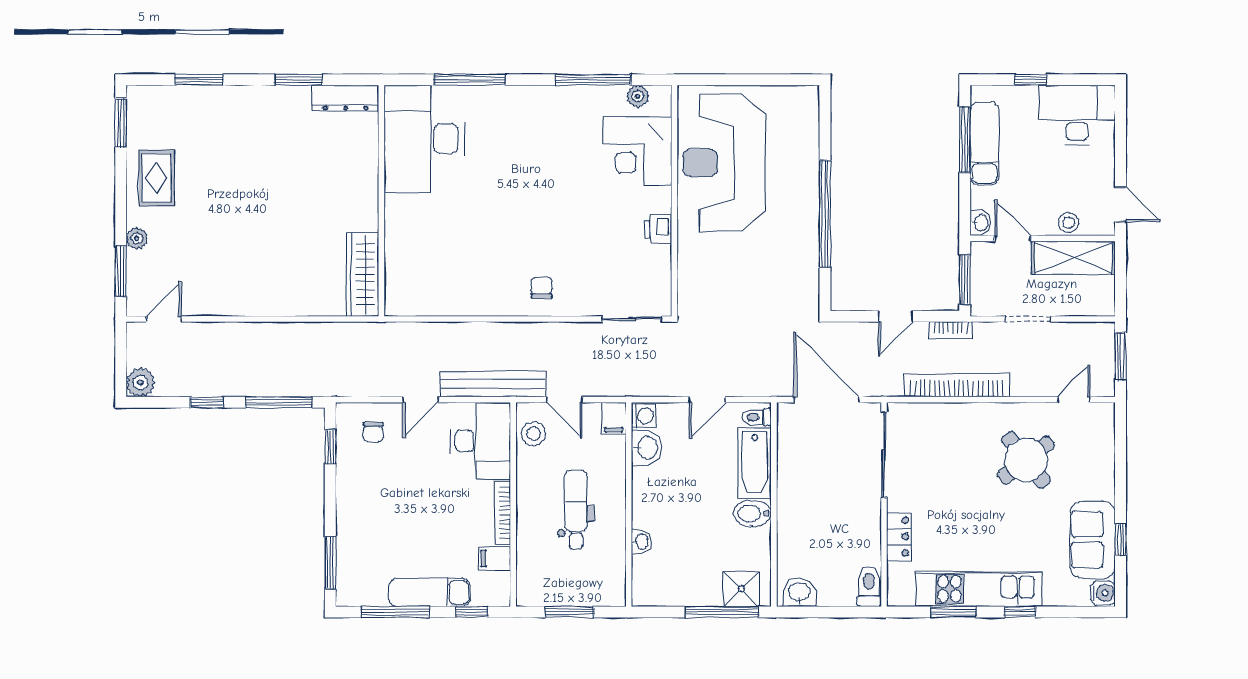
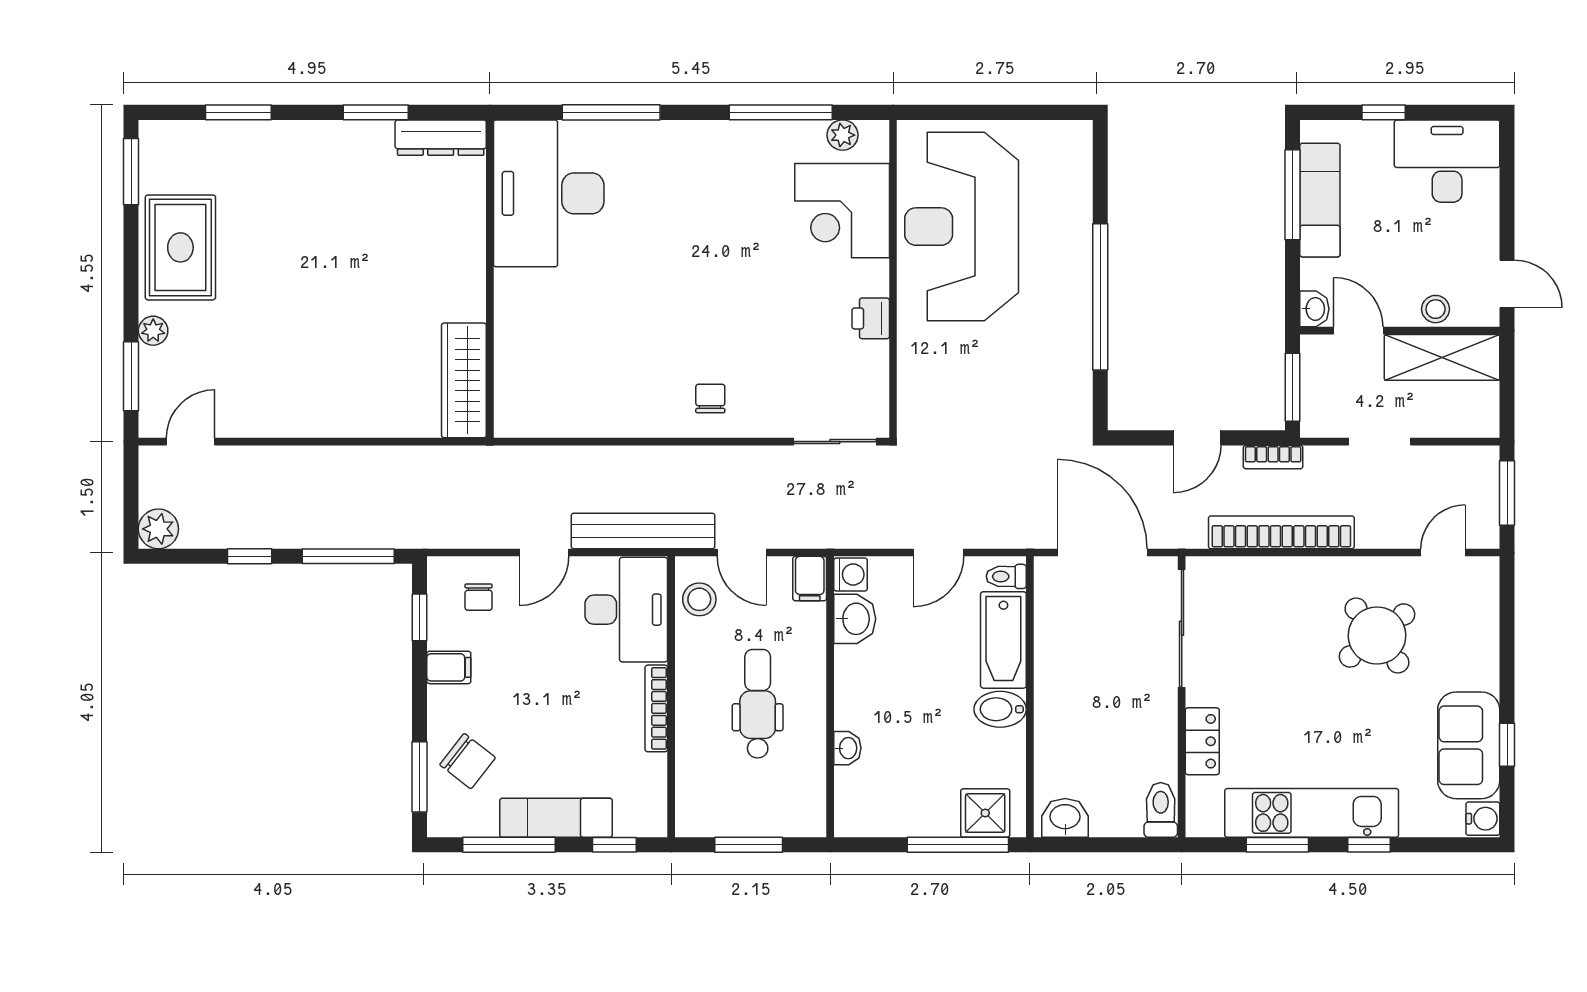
rug: (157, 178) -> (180, 247), width x1.36, depth x1.43
chair: (365, 551) -> (468, 761), added
filing cabinet: (495, 558) -> (449, 667), moved, turned 180

